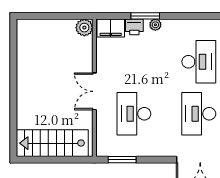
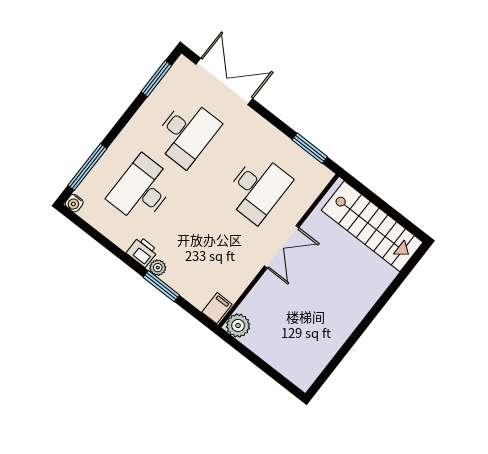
printer: (134, 27) -> (142, 252), moved
filing cabinet: (111, 28) -> (217, 308), width x0.50

